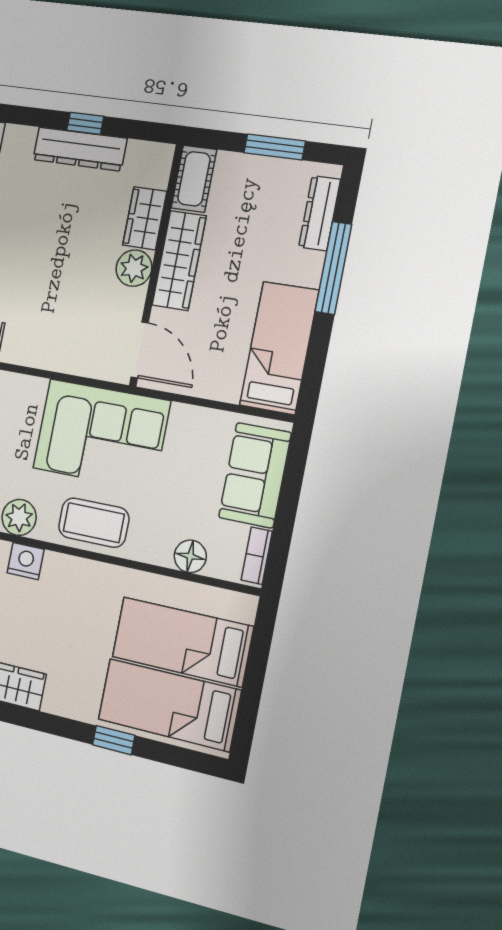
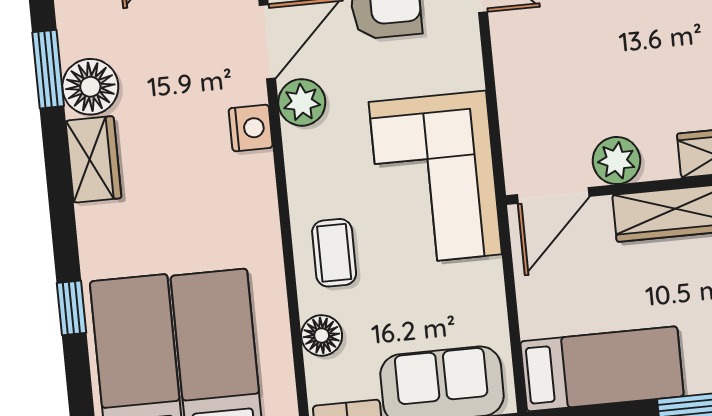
plant: (134, 268) -> (617, 161), moved
coffee table: (94, 523) -> (334, 253), moved, width x0.73, depth x0.77

